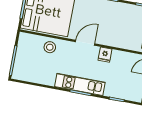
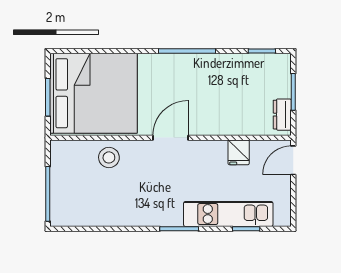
fridge: (105, 55) -> (239, 152), moved
kitchen unit: (80, 84) -> (228, 214), moved

